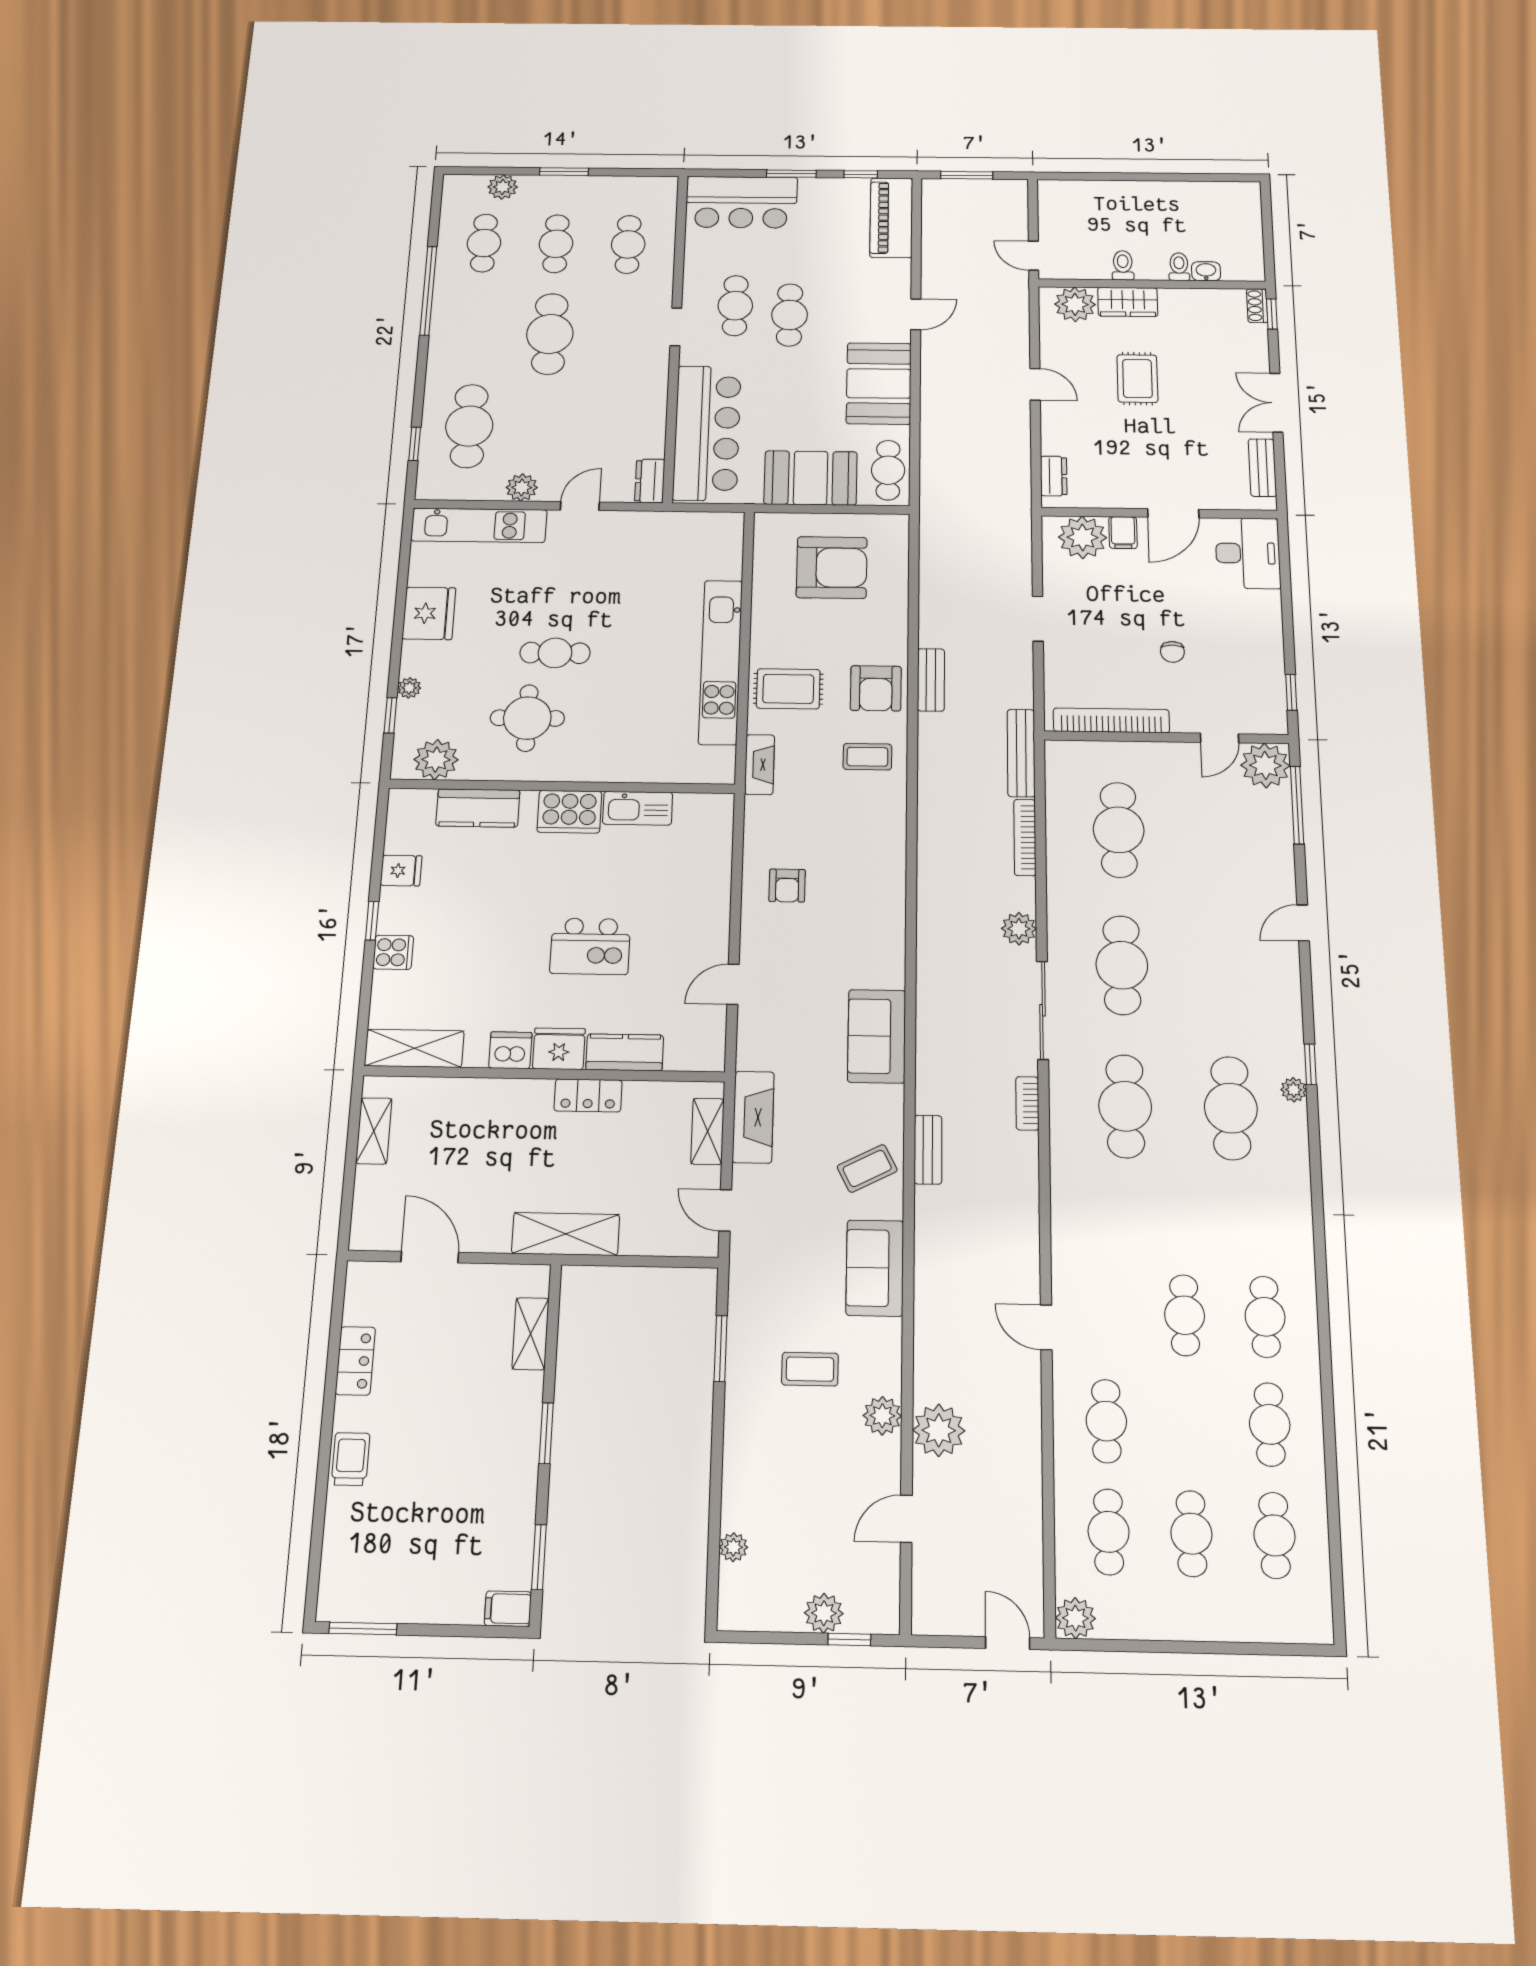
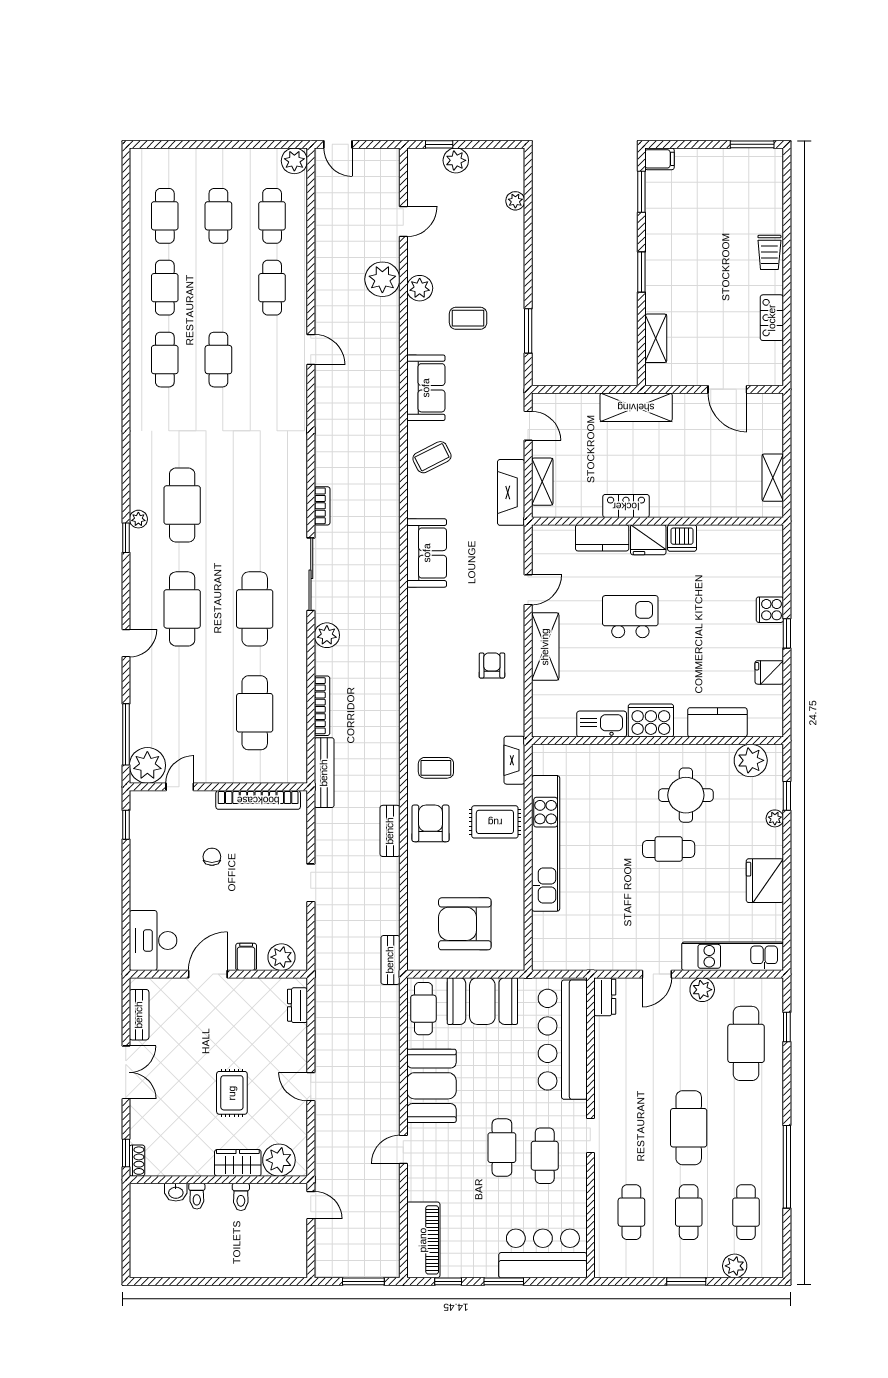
plant: (1082, 537) -> (281, 957), width x0.73, depth x0.73
shelving: (414, 1048) -> (545, 647), moved, turned 90
cafe table: (1125, 1106) -> (182, 609), moved
bench: (928, 1150) -> (390, 960), moved

